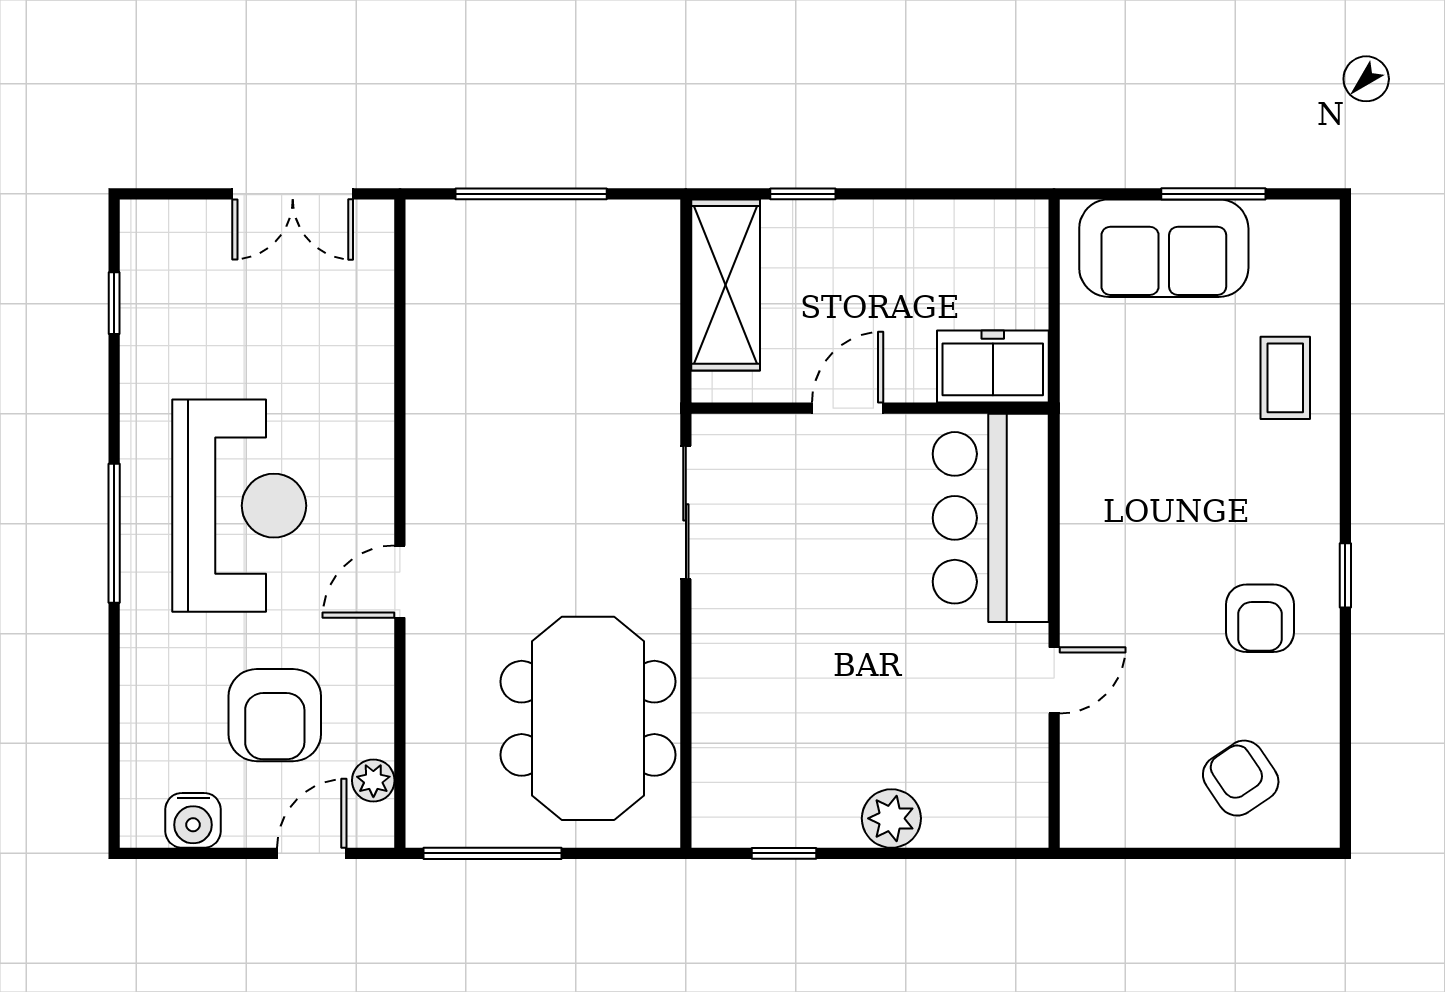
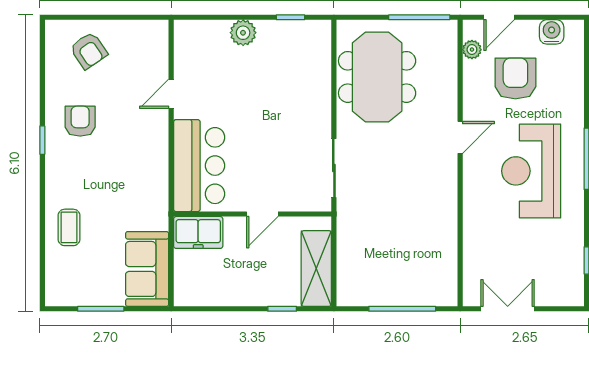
sofa: (1164, 248) -> (147, 269), moved, turned -90

